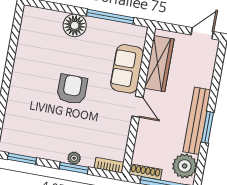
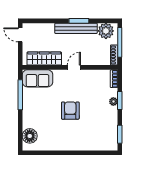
floor lamp: (75, 25) -> (30, 136), moved
sofa: (127, 69) -> (37, 78), moved
armchair: (72, 89) -> (70, 111), turned 90

